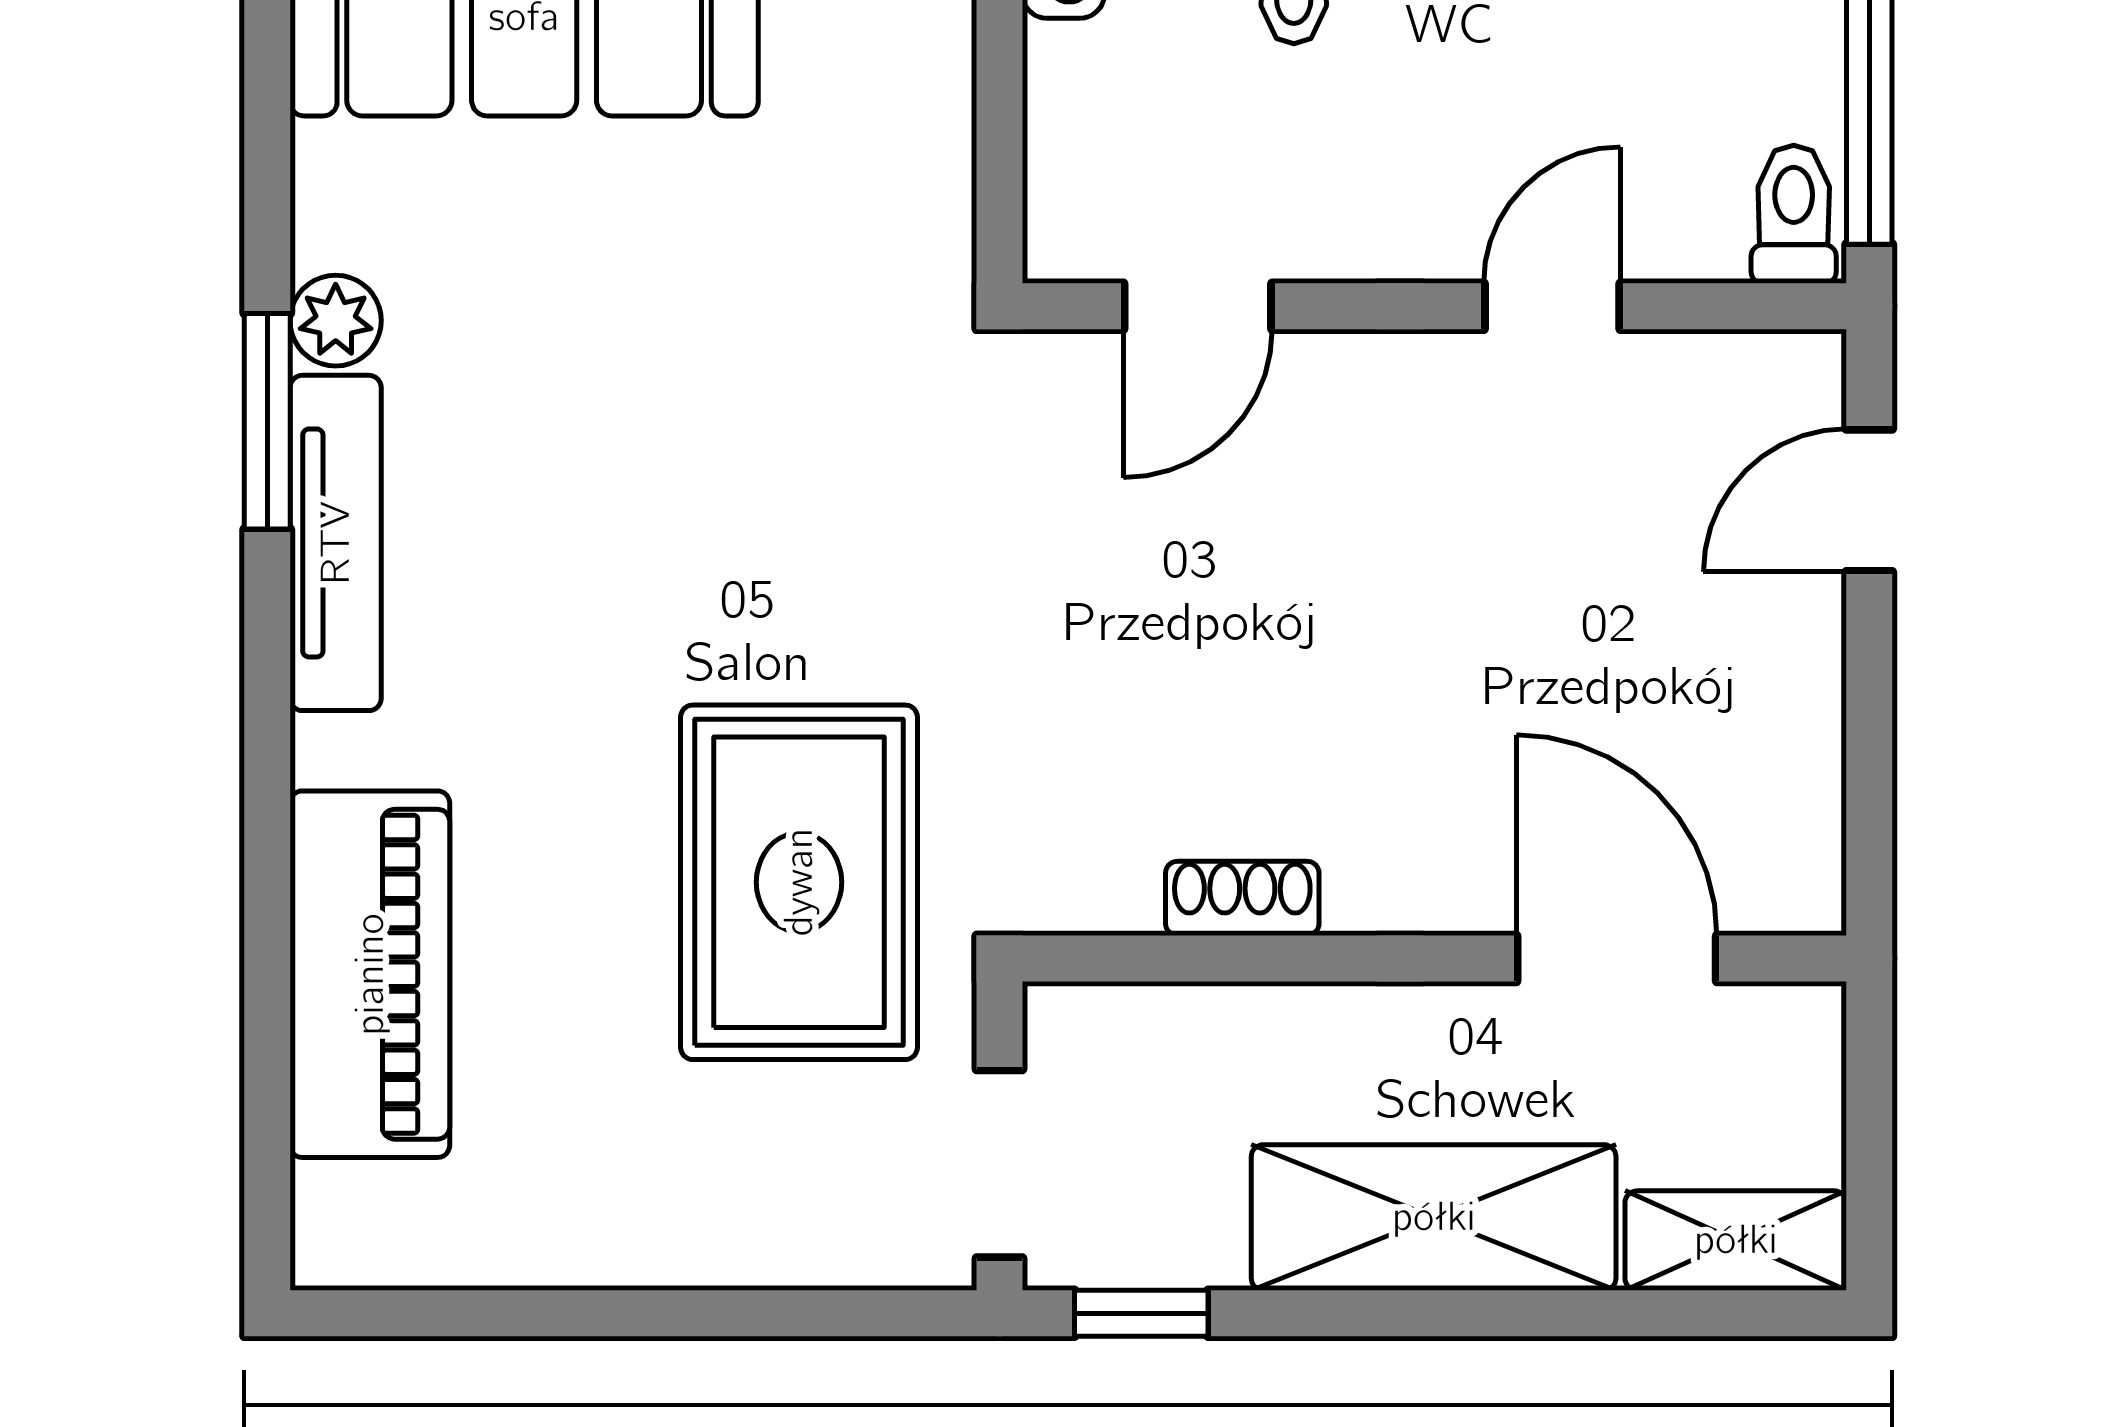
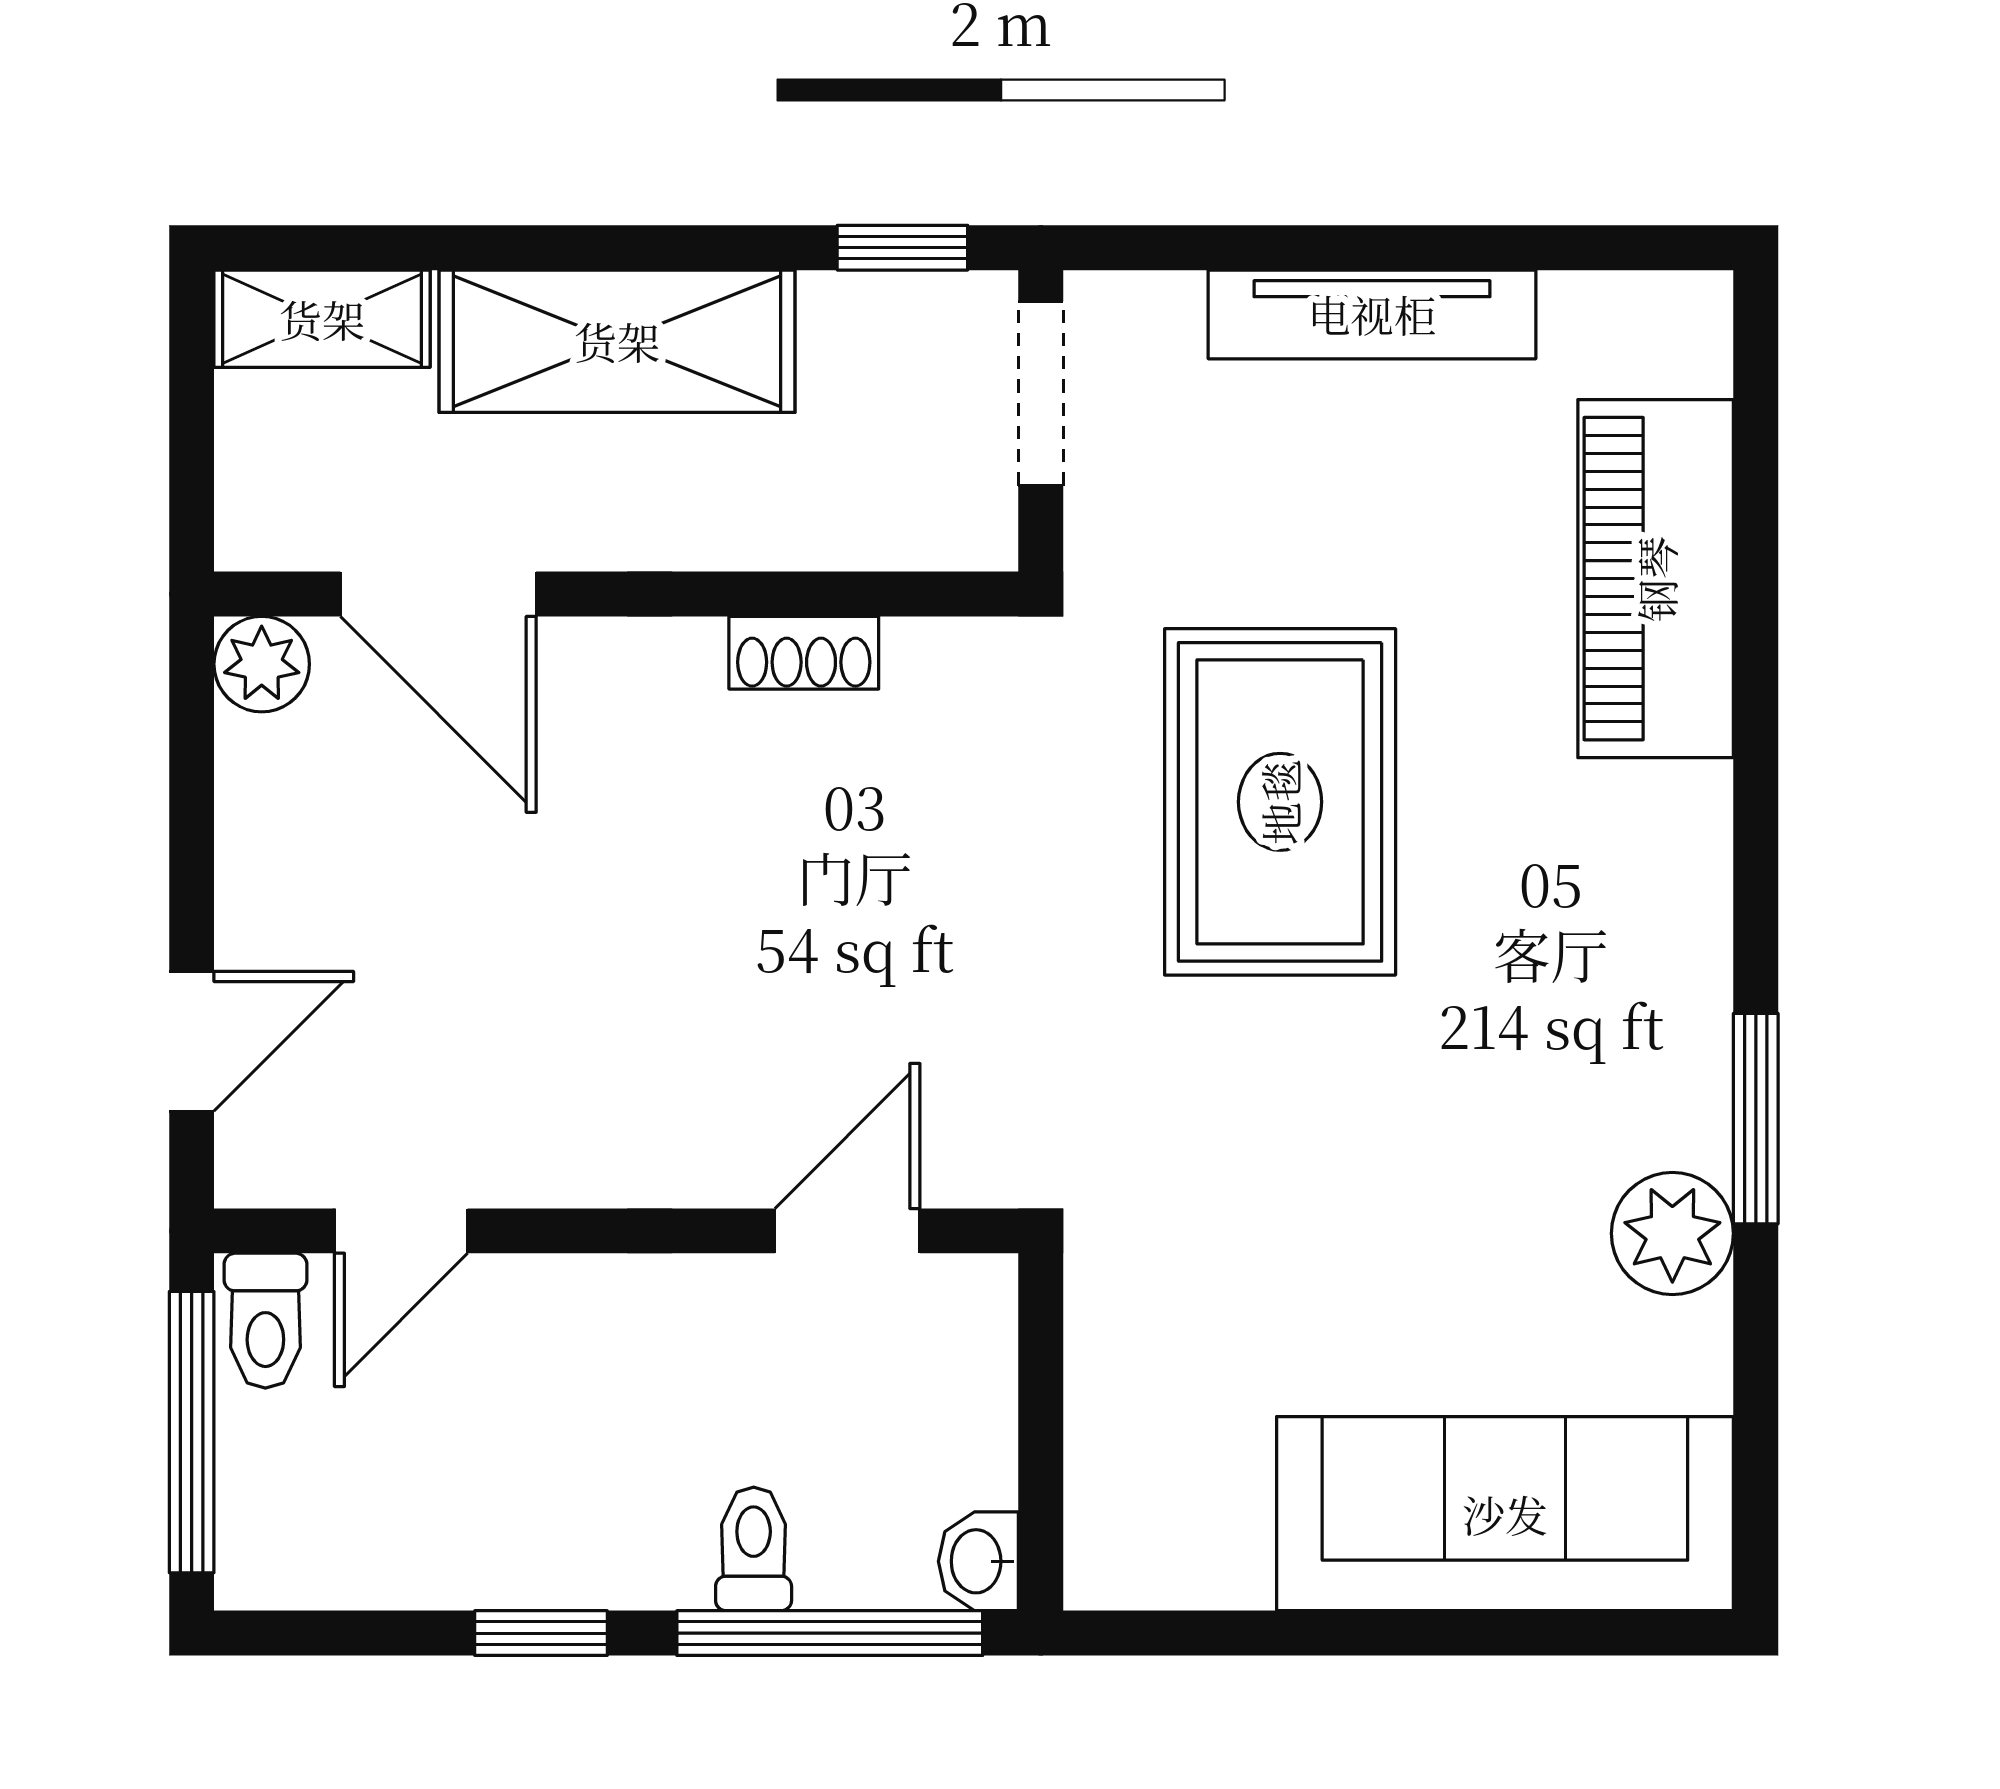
door: (1552, 306) -> (401, 1231), moved
plant: (336, 321) -> (1672, 1233), width x1.38, depth x1.38
tv unit: (336, 543) -> (1372, 314), moved, turned -90
rug: (799, 882) -> (1280, 802), moved
plant: (1797, 887) -> (262, 664), added

